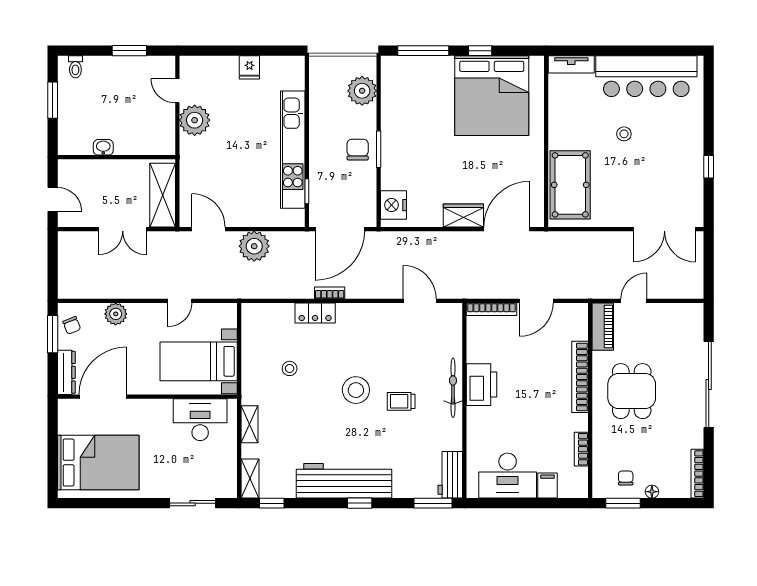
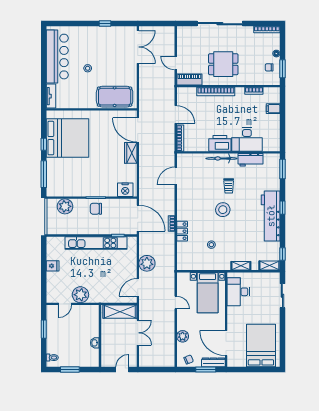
window: (53, 334) -> (206, 370), moved
workbench: (450, 475) -> (250, 160), moved
desk: (508, 476) -> (247, 139), moved, turned 90

